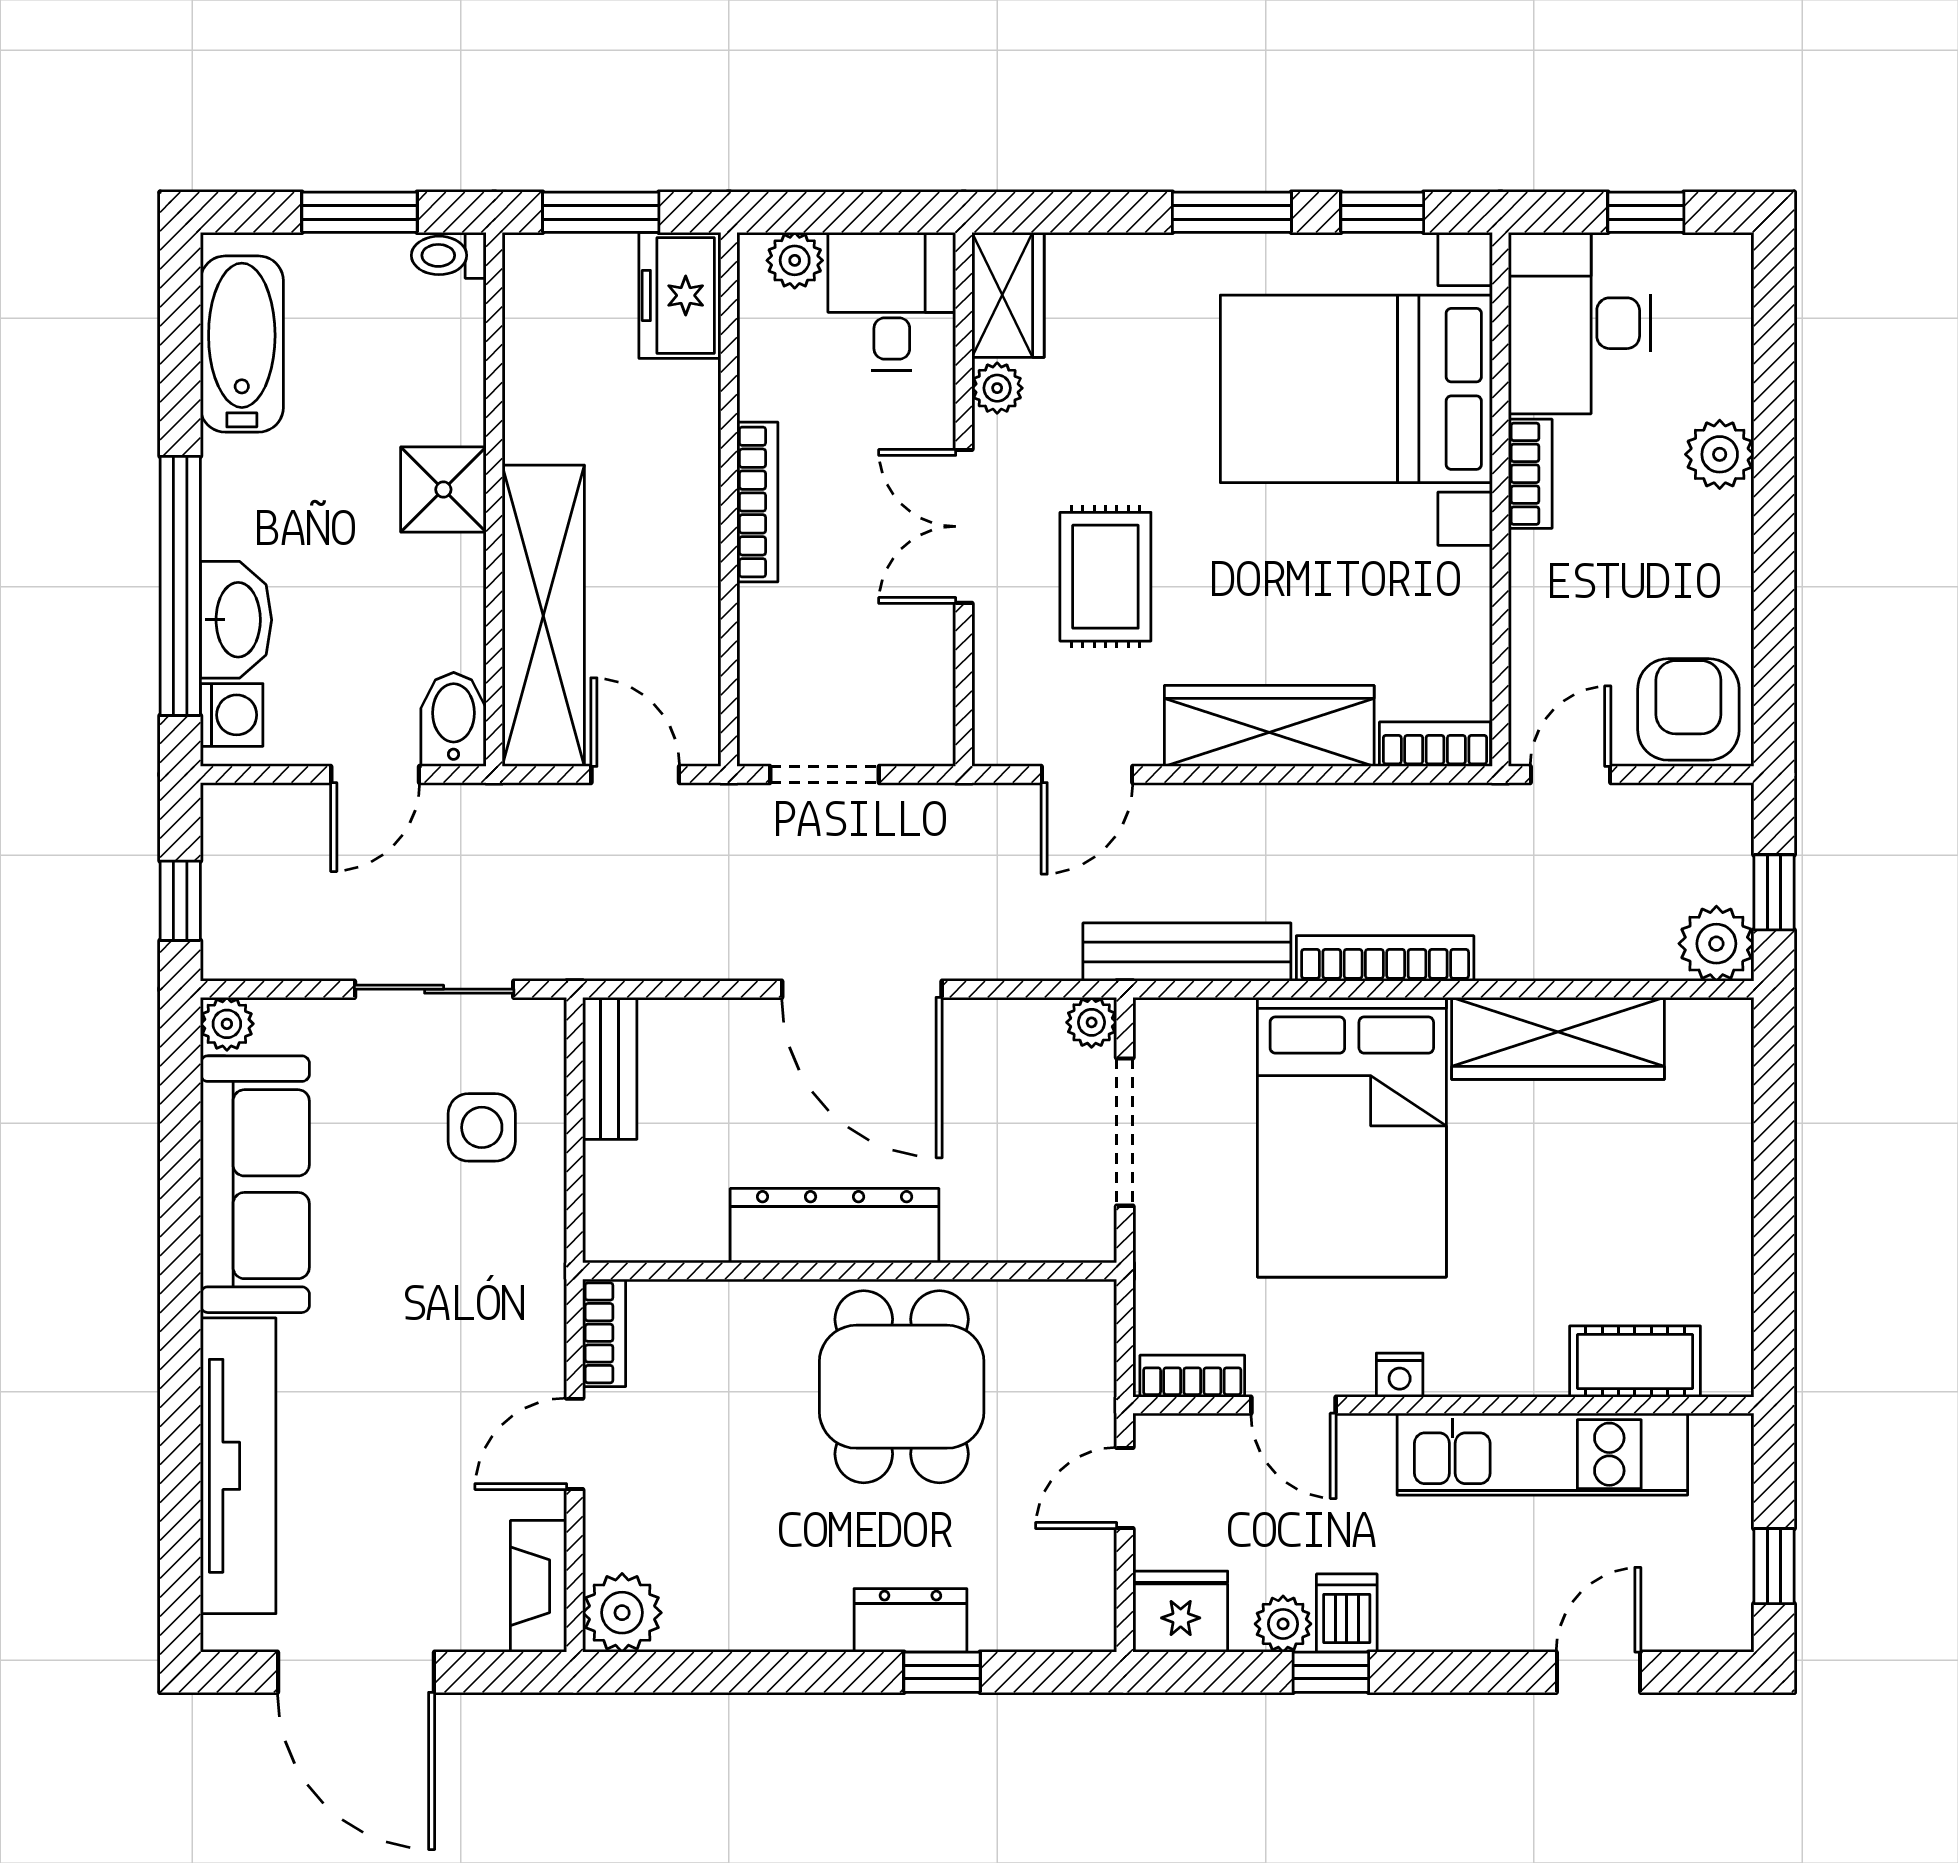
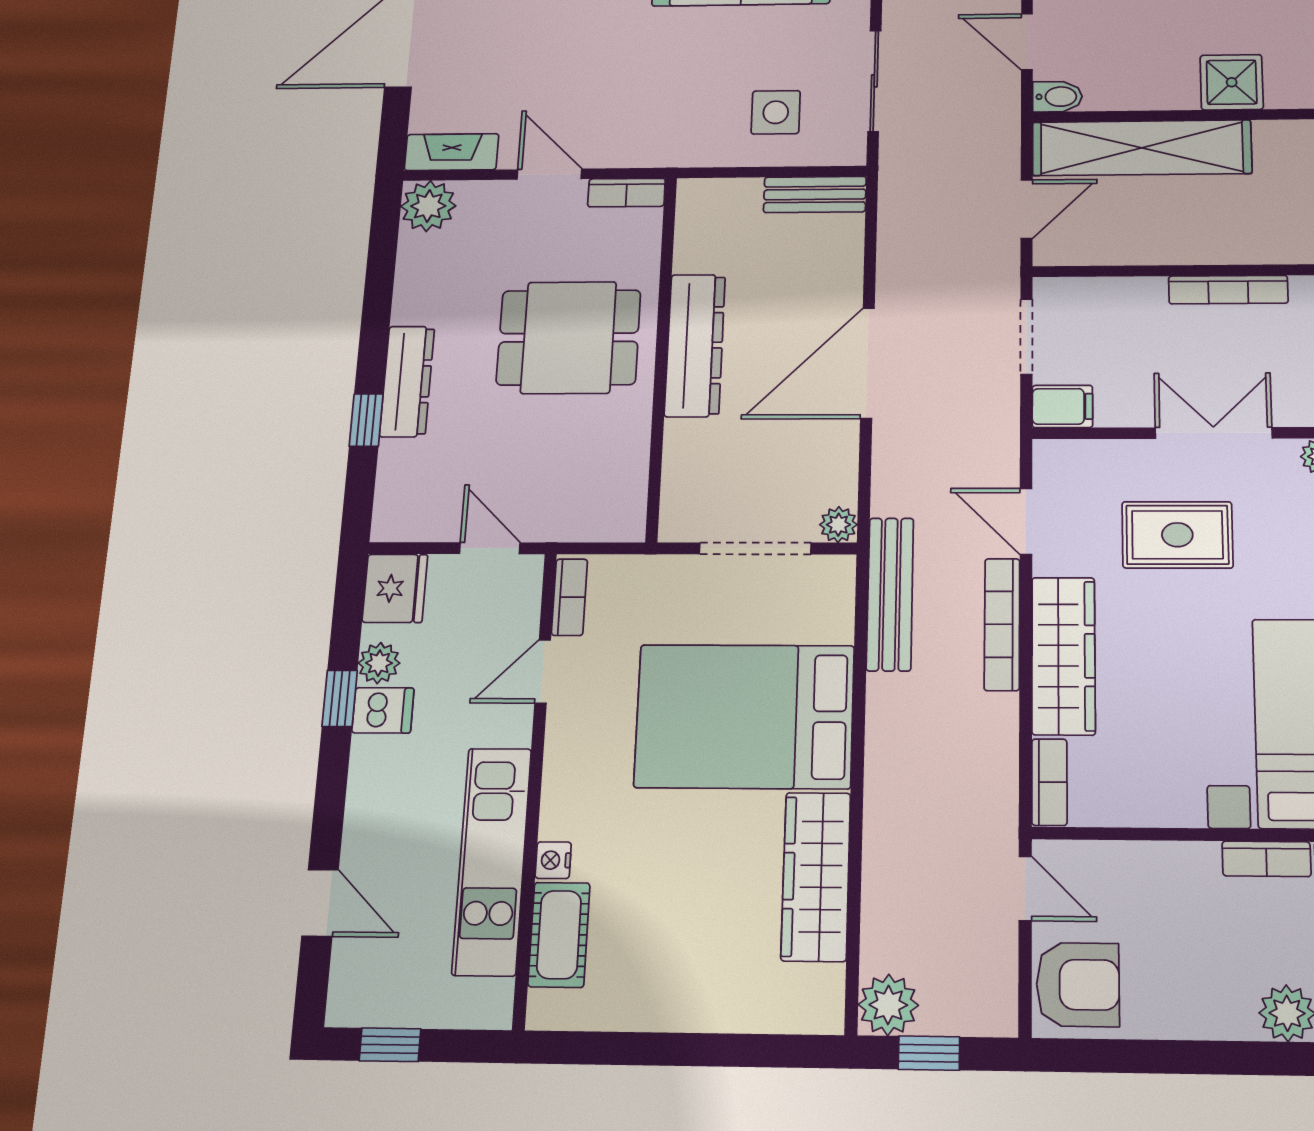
bidet: (454, 719) -> (1057, 97), width x0.72, depth x0.74
filing cabinet: (925, 726) -> (1062, 406), added
bookcase: (1385, 958) -> (1002, 624), moved, turned 180
nightstand: (1400, 1375) -> (553, 860), moved
dining table: (902, 1387) -> (569, 337), moved
dresser: (910, 1620) -> (407, 381), width x1.44

